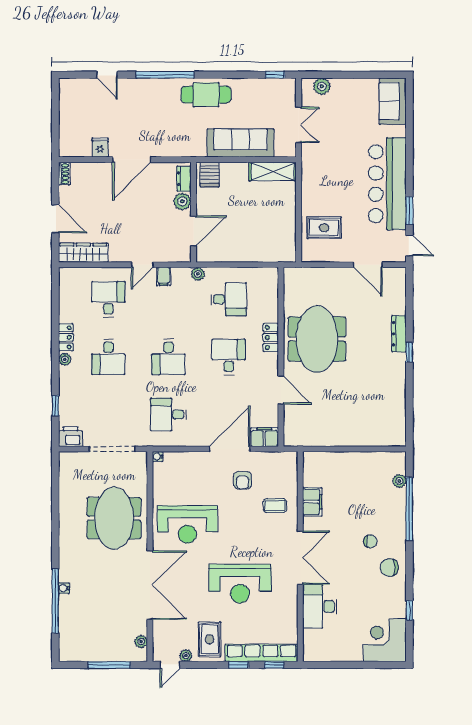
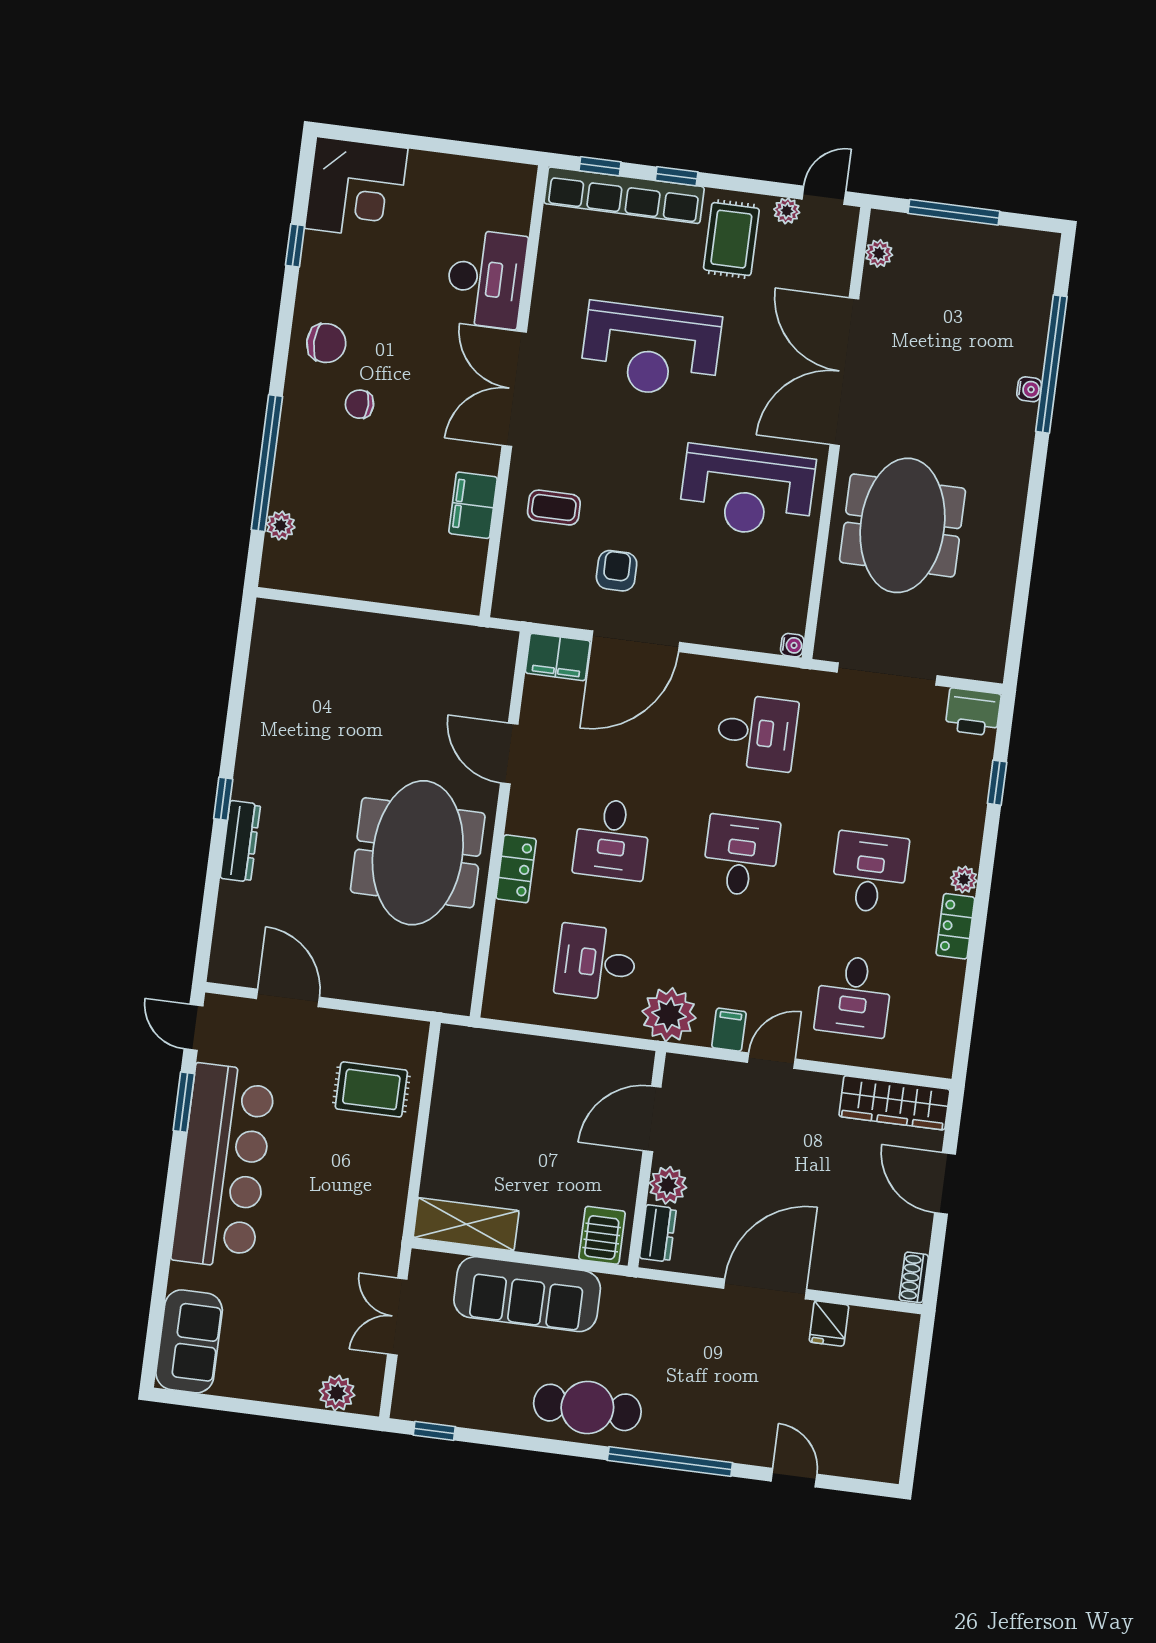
plant: (198, 274) -> (669, 1015), width x1.88, depth x1.88
reception desk: (187, 524) -> (747, 491), turned 180
reception desk: (240, 584) -> (651, 350), turned 180

